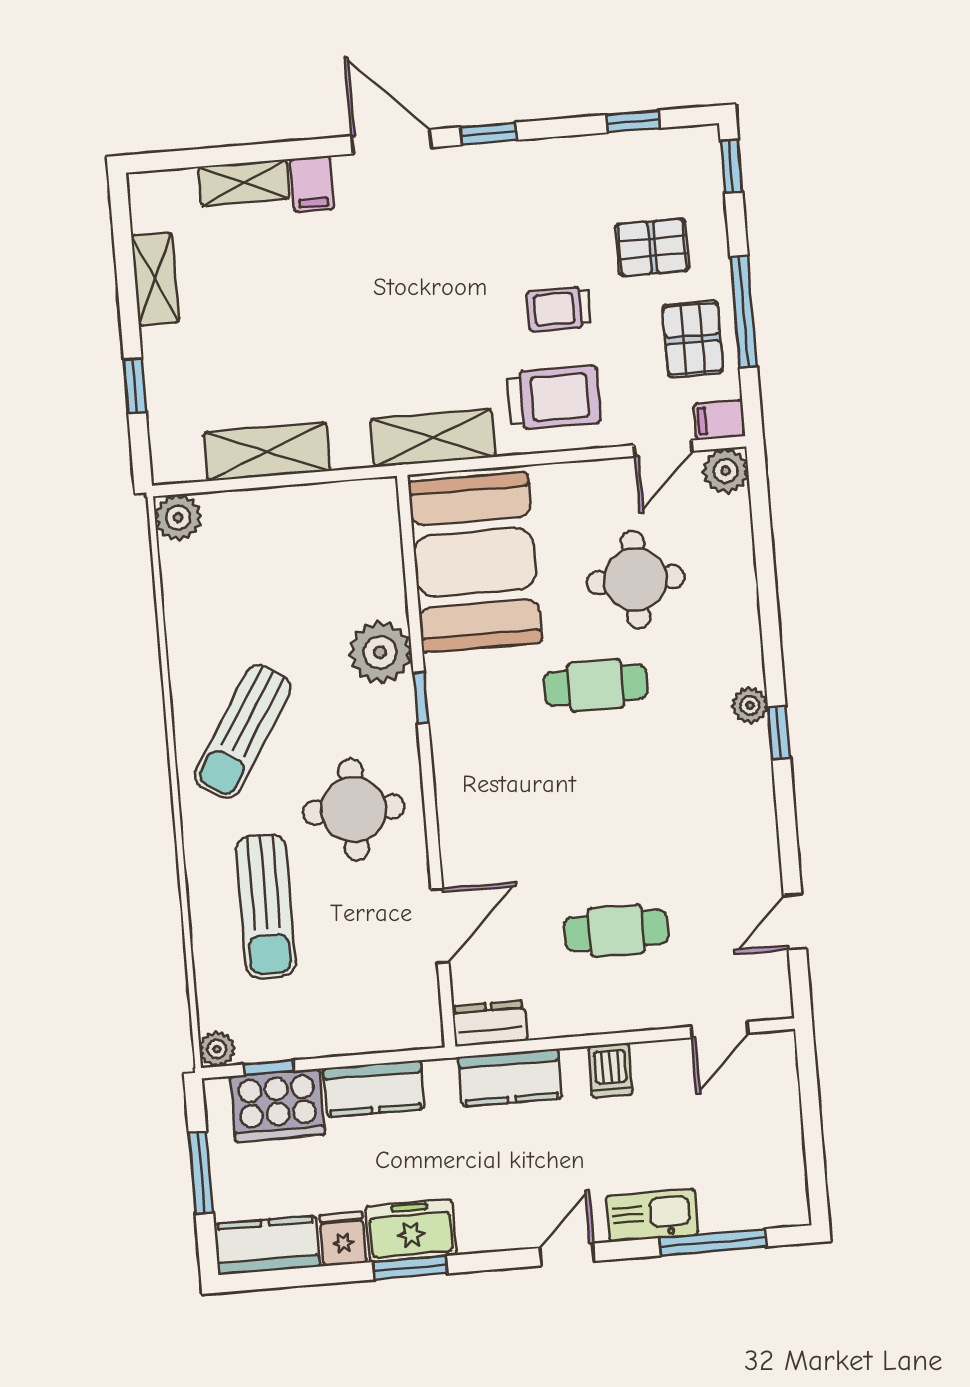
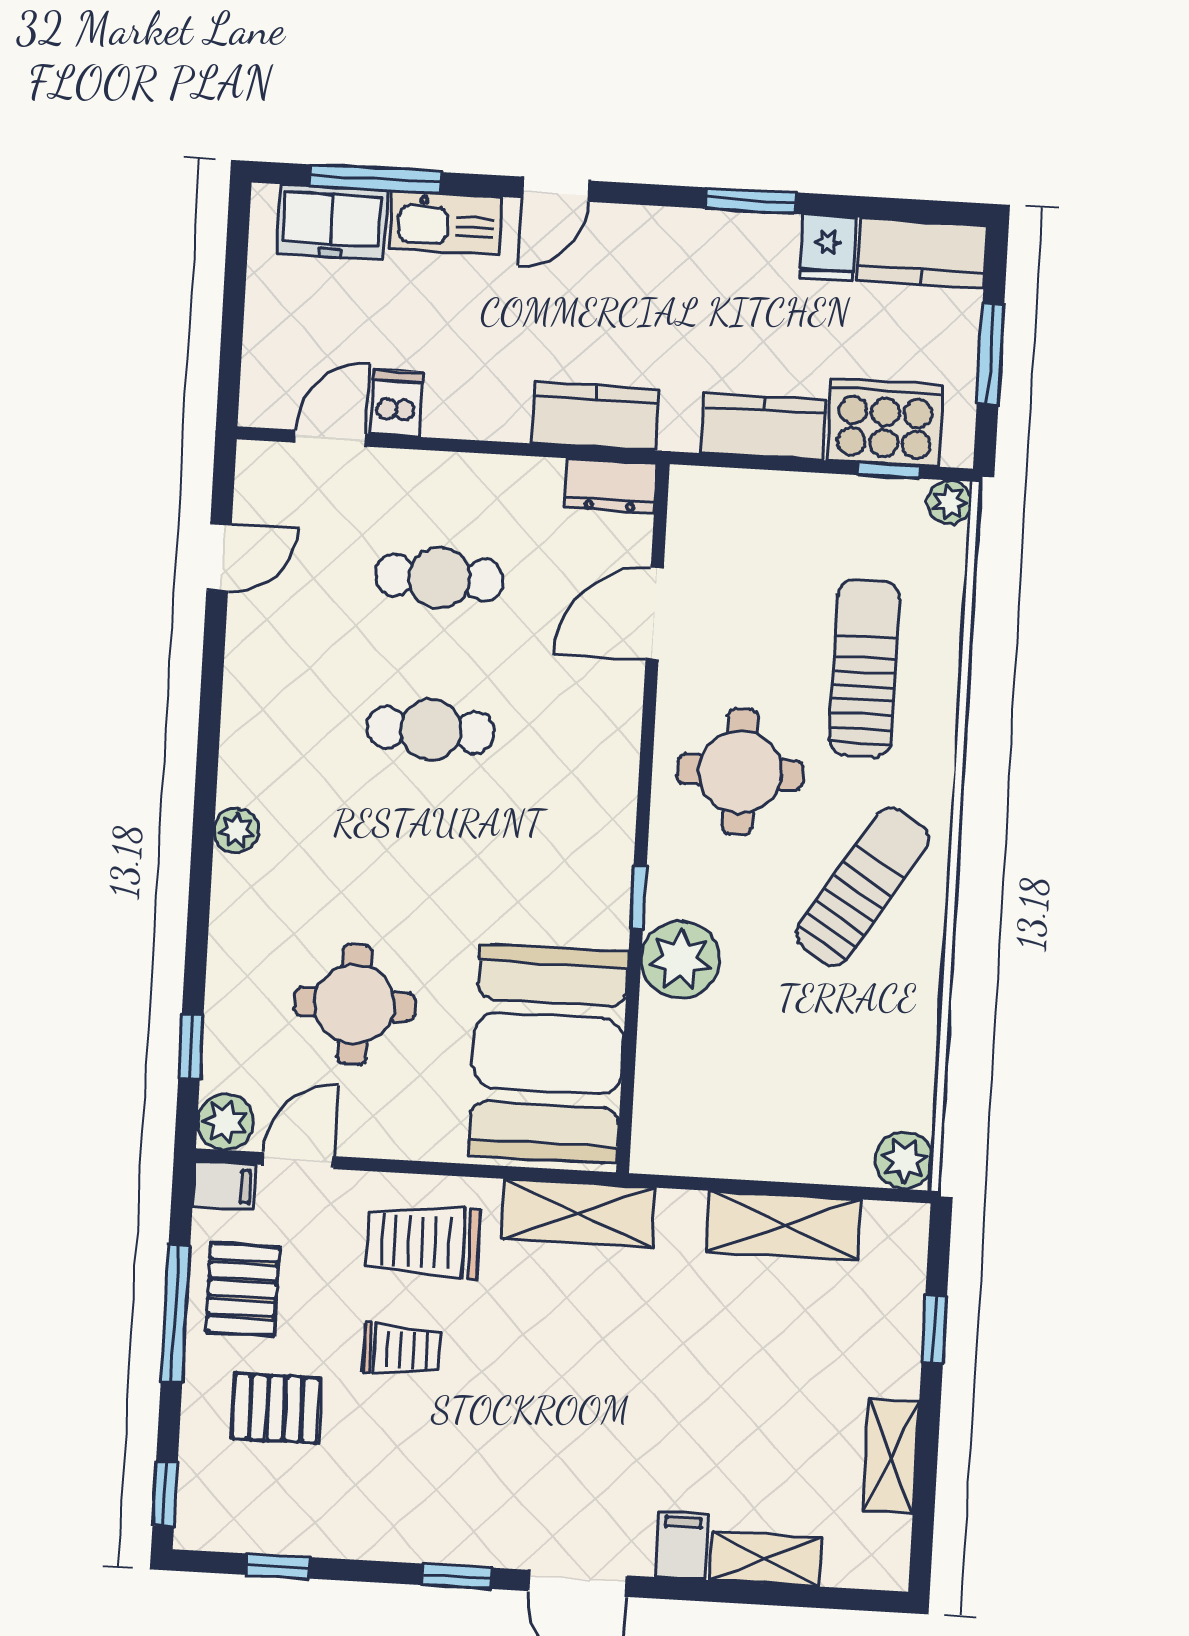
cafe table: (596, 685) -> (431, 730), moved
window: (779, 733) -> (191, 1047), moved
dishwasher: (611, 1070) -> (396, 403), moved
freezer: (411, 1231) -> (332, 222), moved

